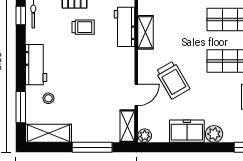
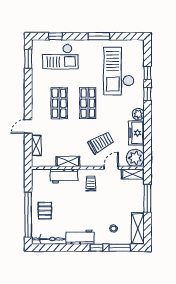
window: (21, 16) -> (97, 248), moved
trolley: (83, 27) -> (91, 183), moved
workbench: (36, 65) -> (80, 237), moved
door: (136, 95) -> (111, 168), hinge flipped
plant: (145, 136) -> (135, 158), width x1.88, depth x1.88

